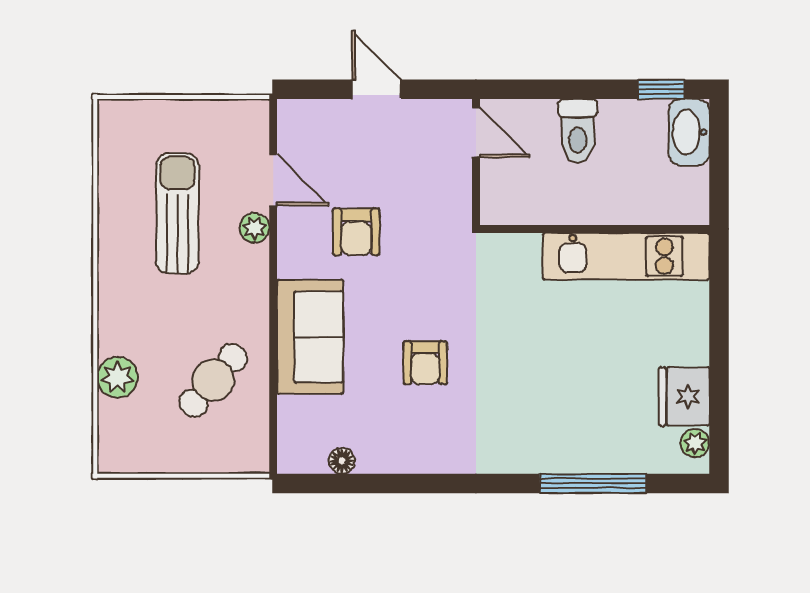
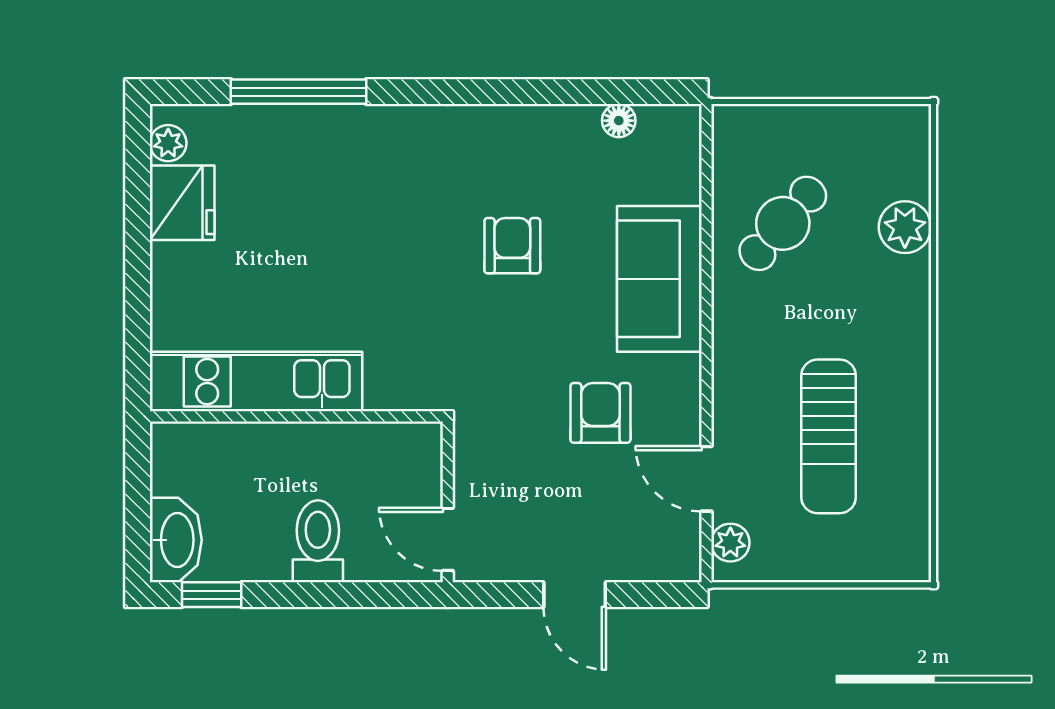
plant: (254, 228) -> (730, 543), moved

